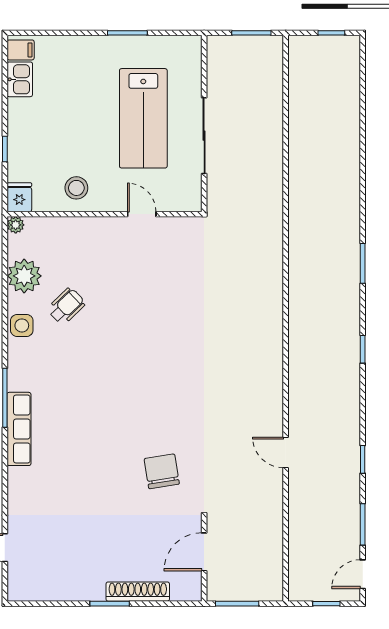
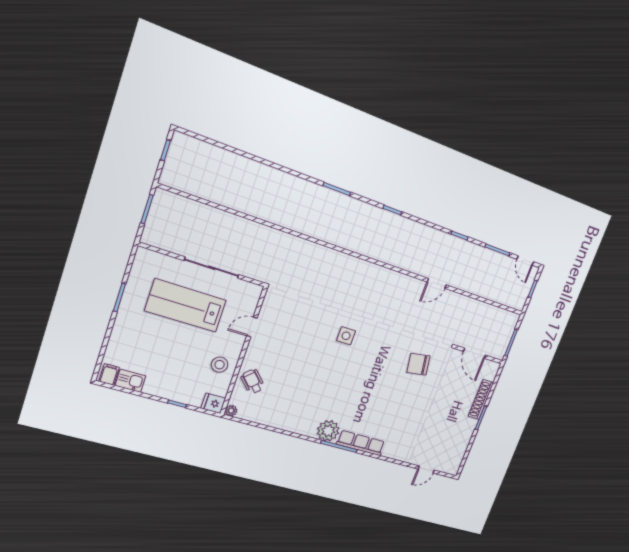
lab bench: (143, 118) -> (186, 306), turned 180
plant: (24, 276) -> (328, 431), moved
wheelchair: (66, 306) -> (253, 381), moved
side table: (22, 325) -> (346, 336), moved

